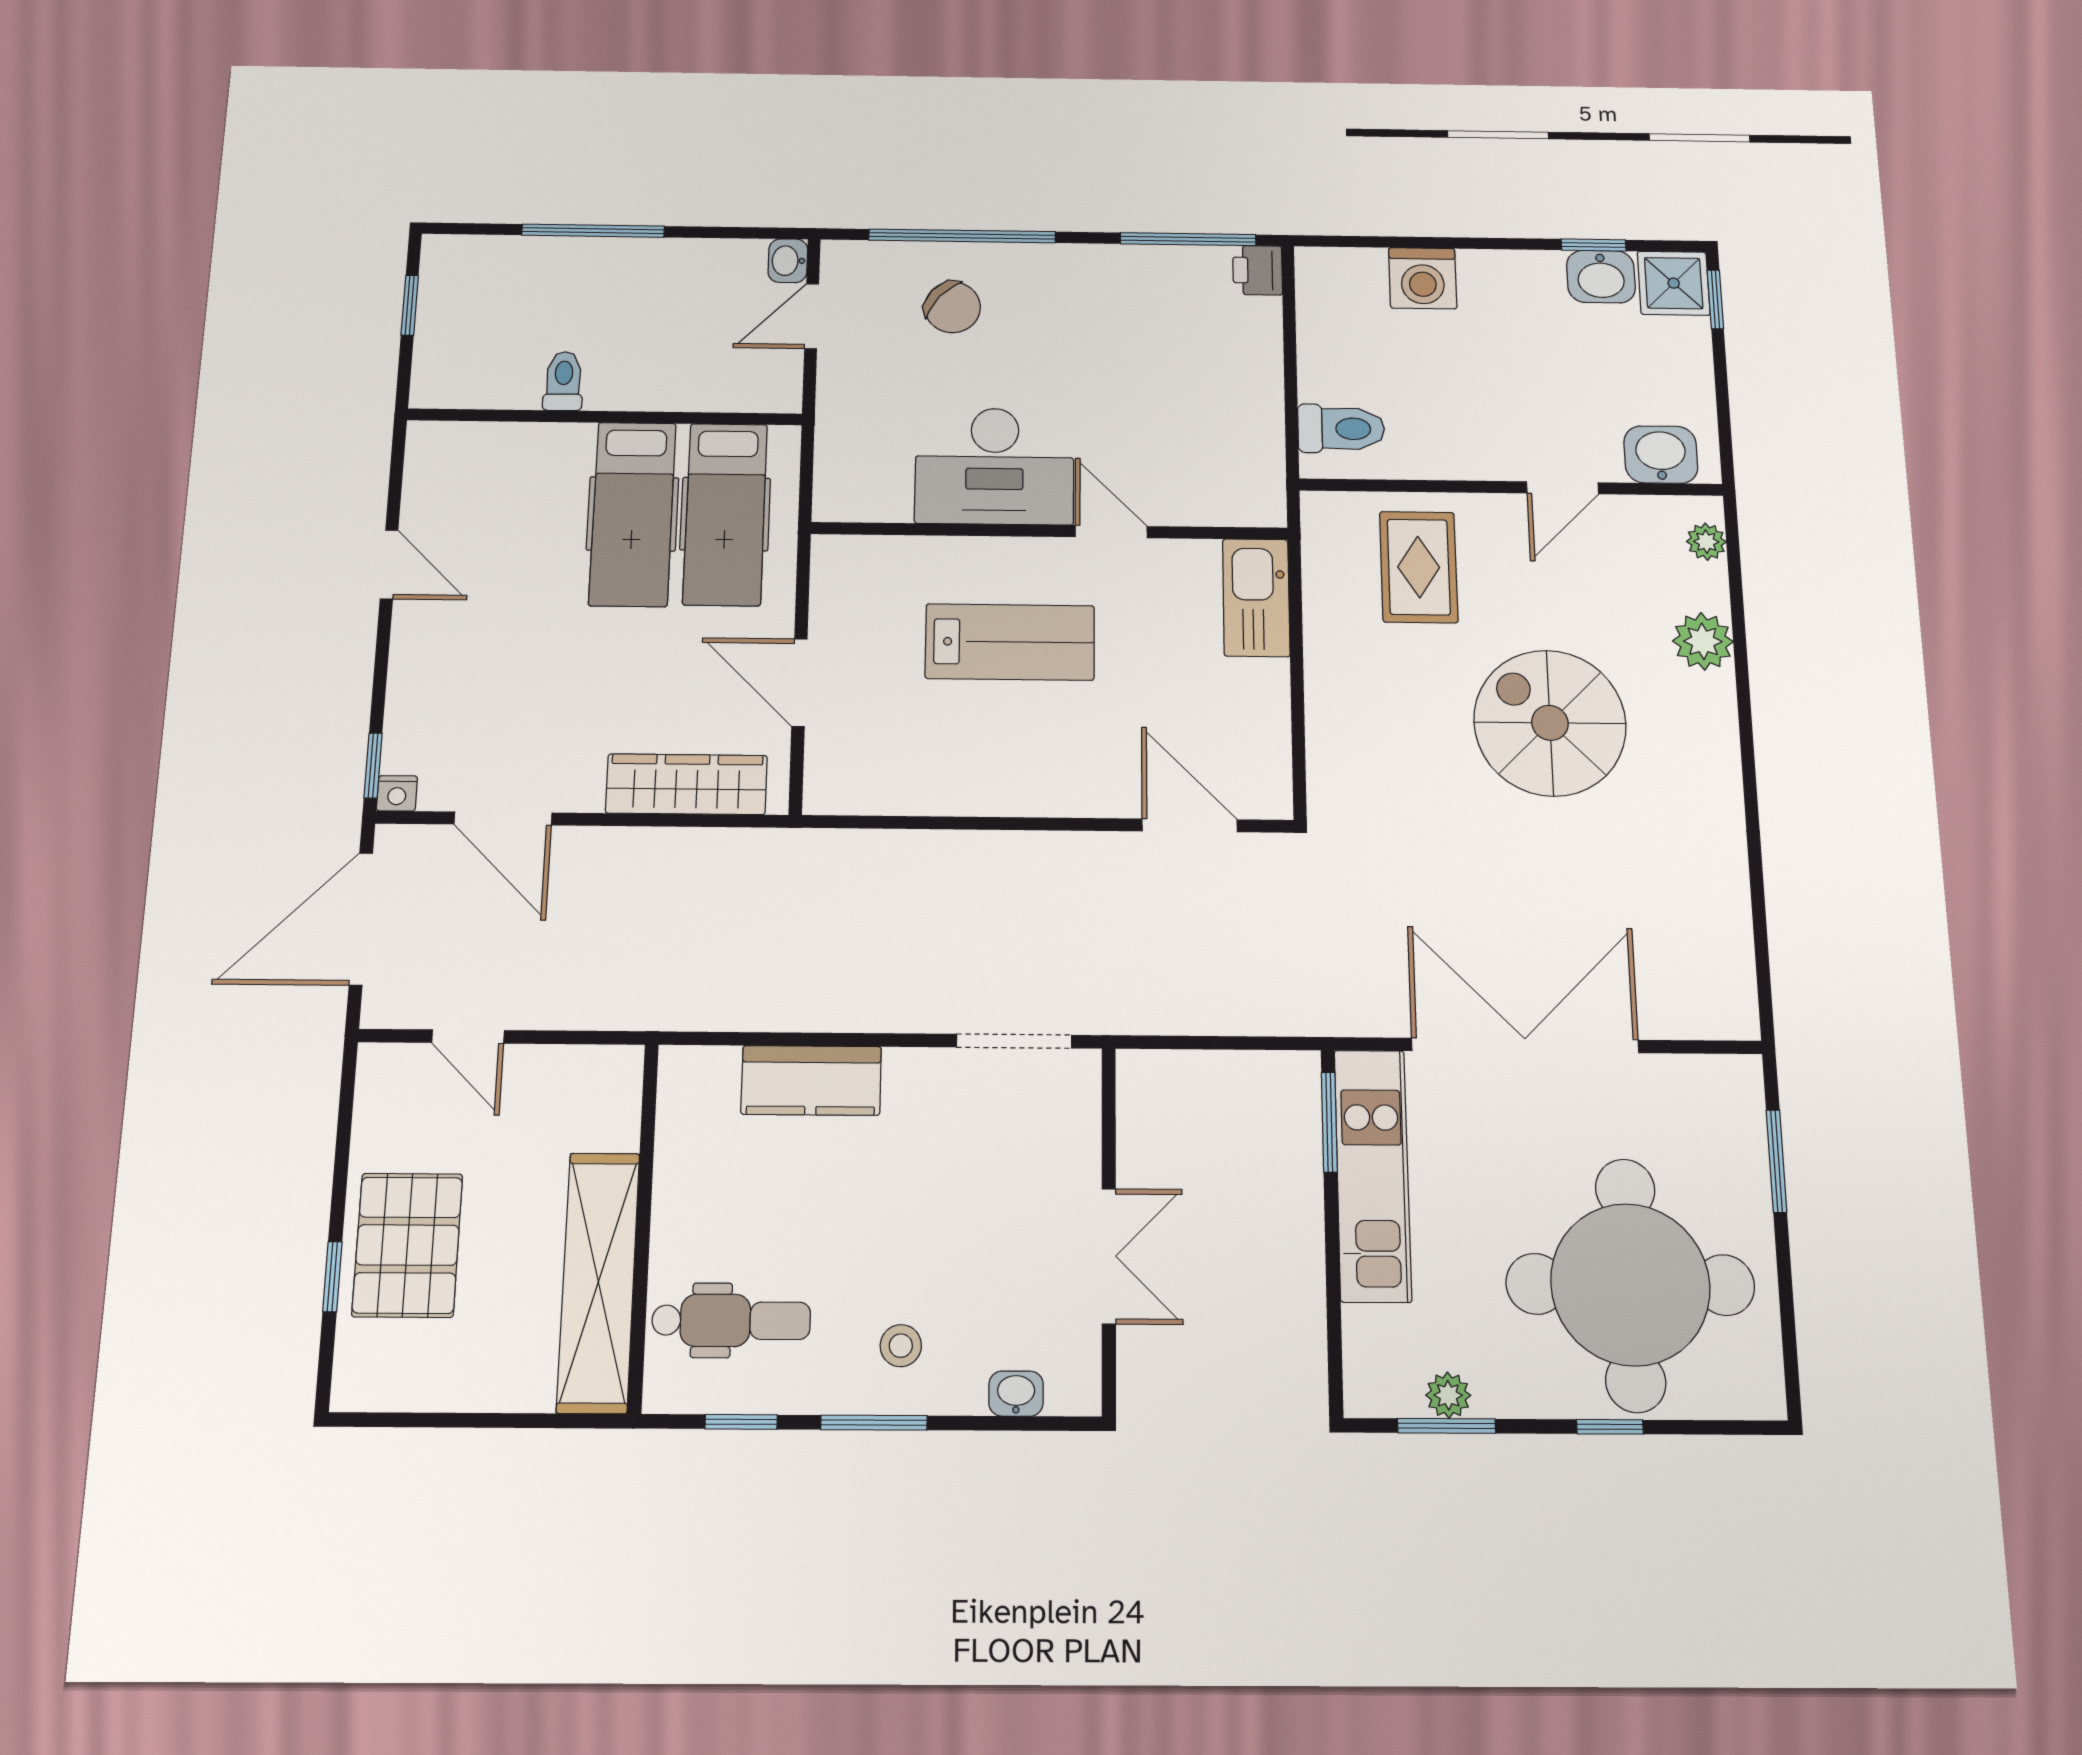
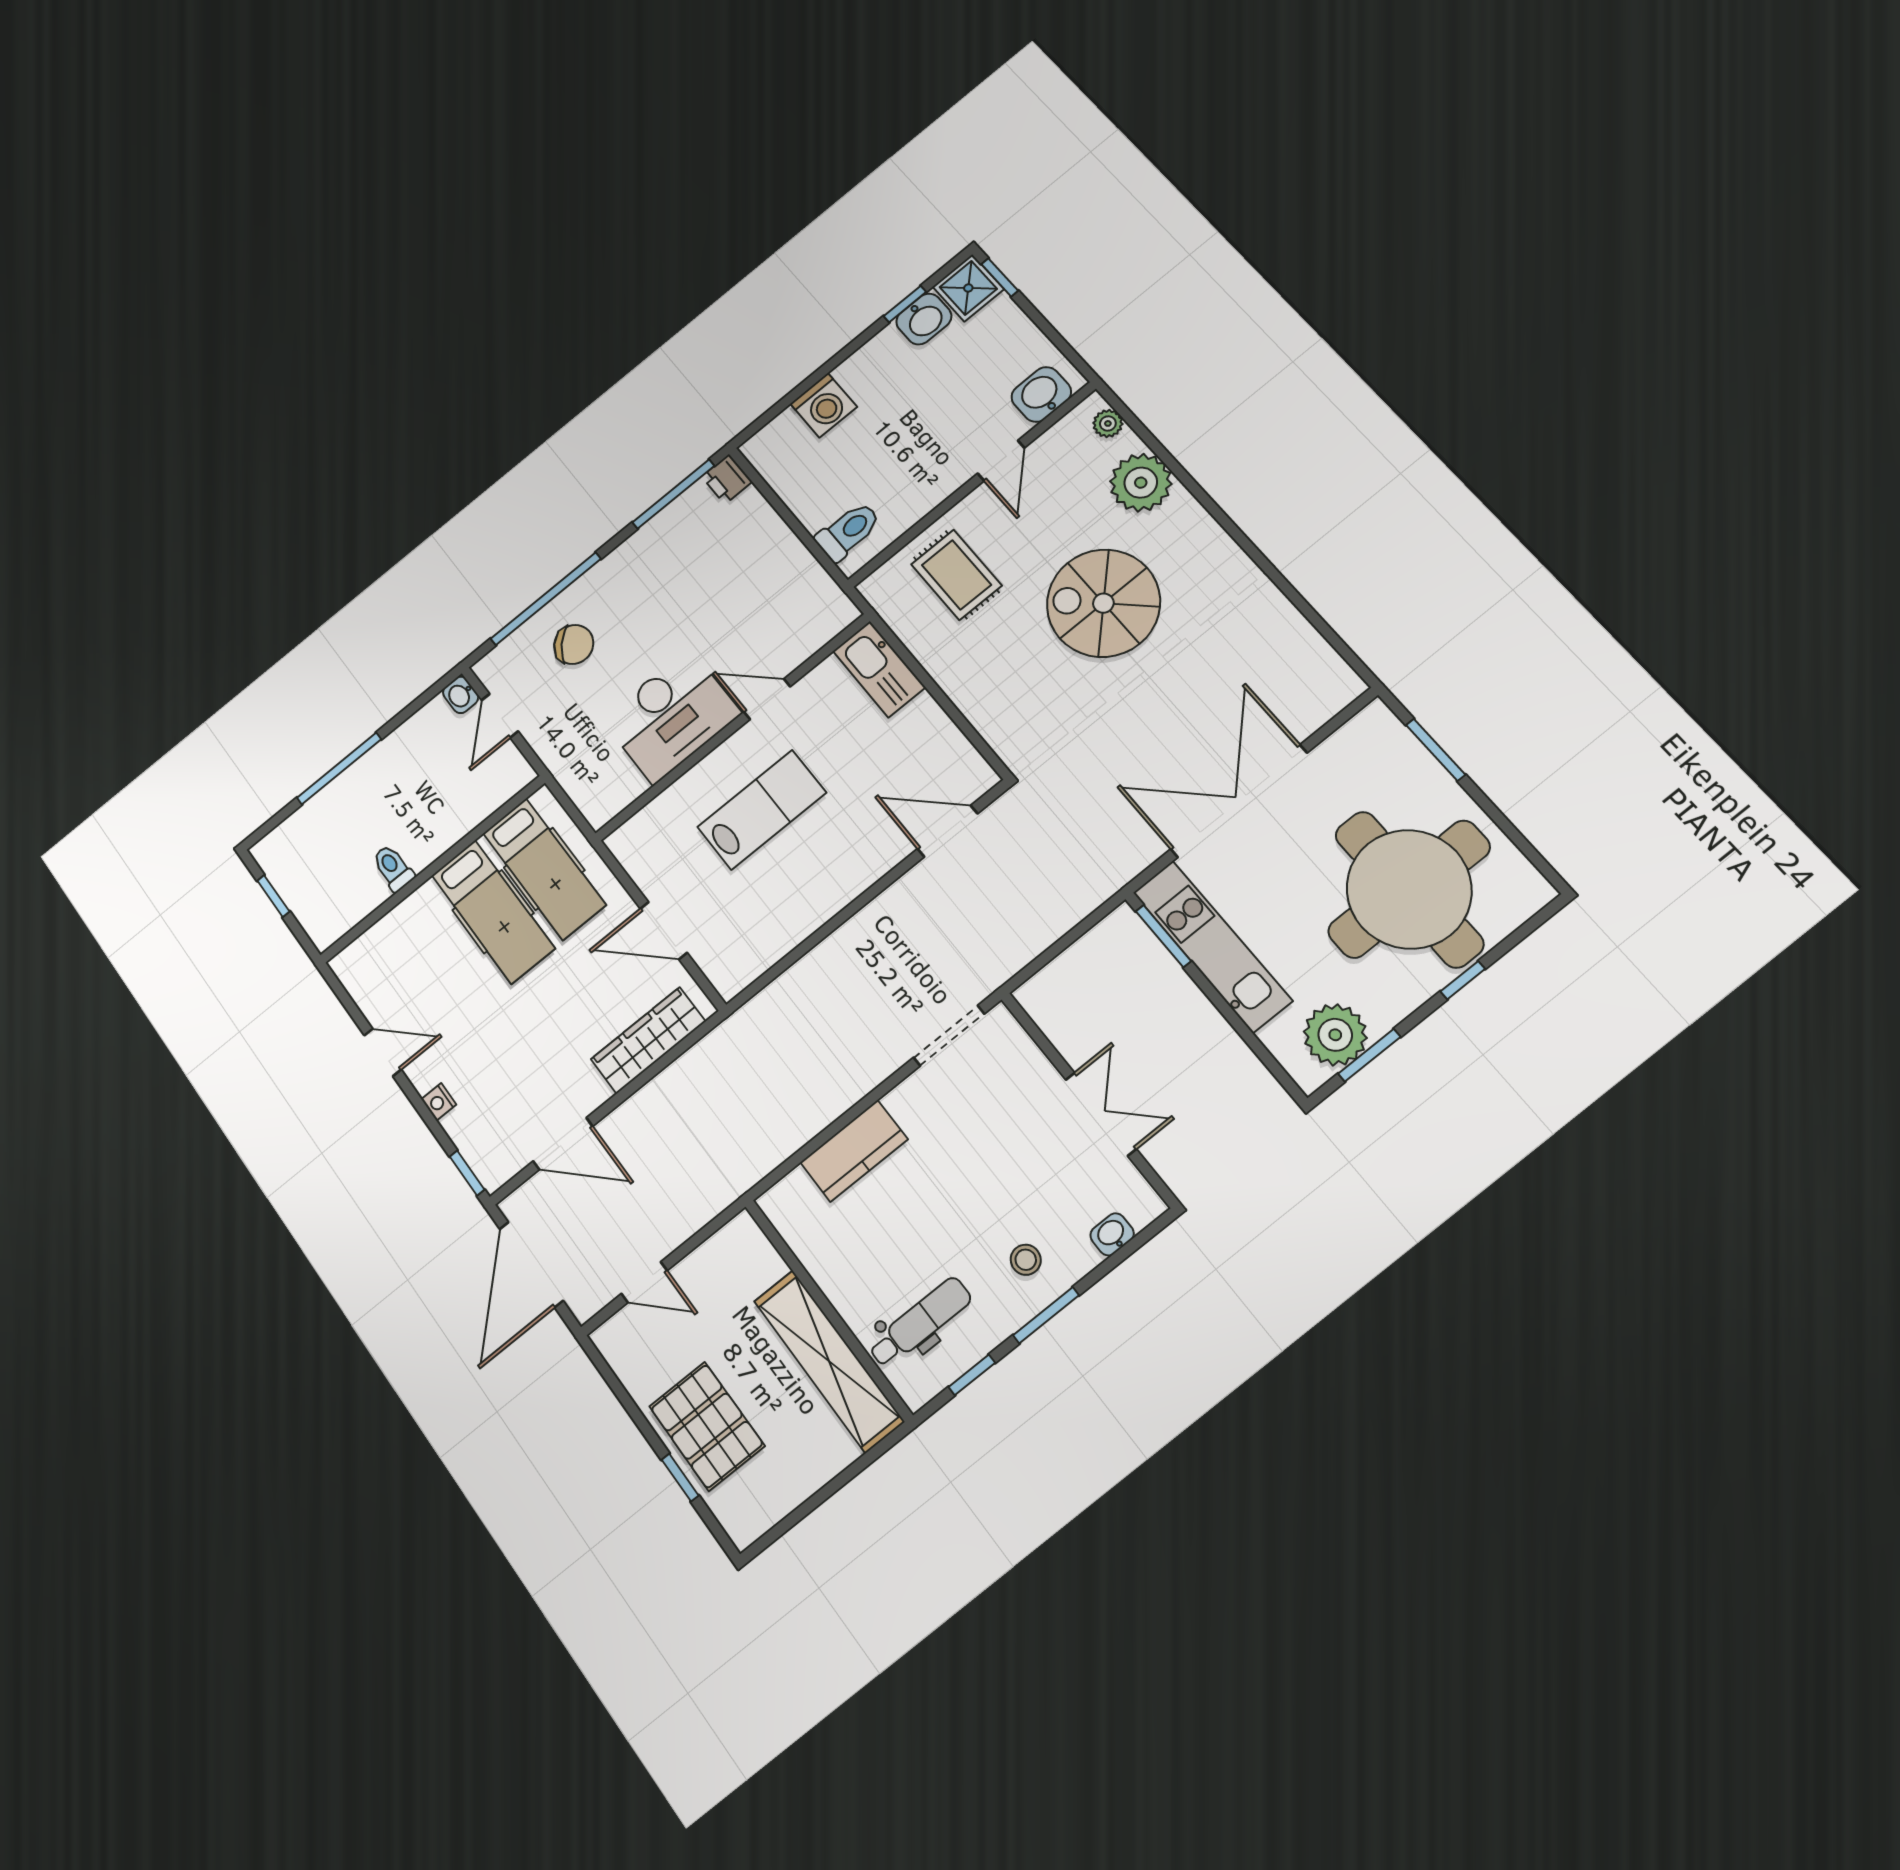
plant: (1703, 641) -> (1141, 483), width x1.36, depth x1.36
nightstand: (397, 793) -> (439, 1102), moved, turned 90
plant: (1448, 1395) -> (1335, 1035), width x1.87, depth x1.87

